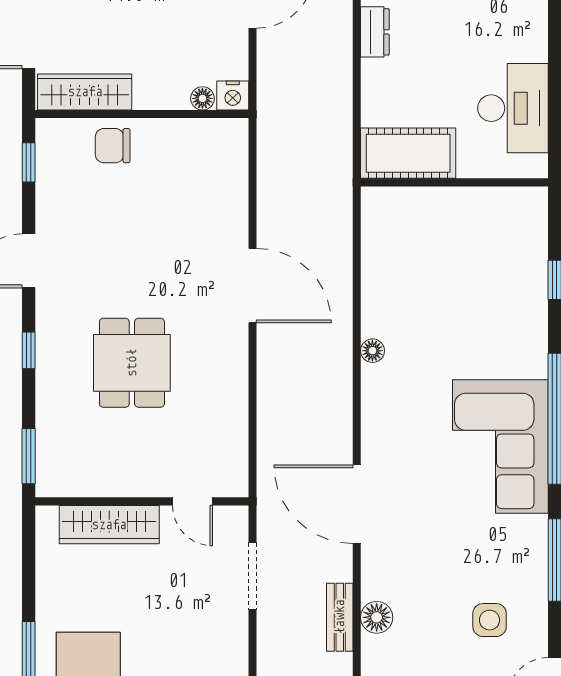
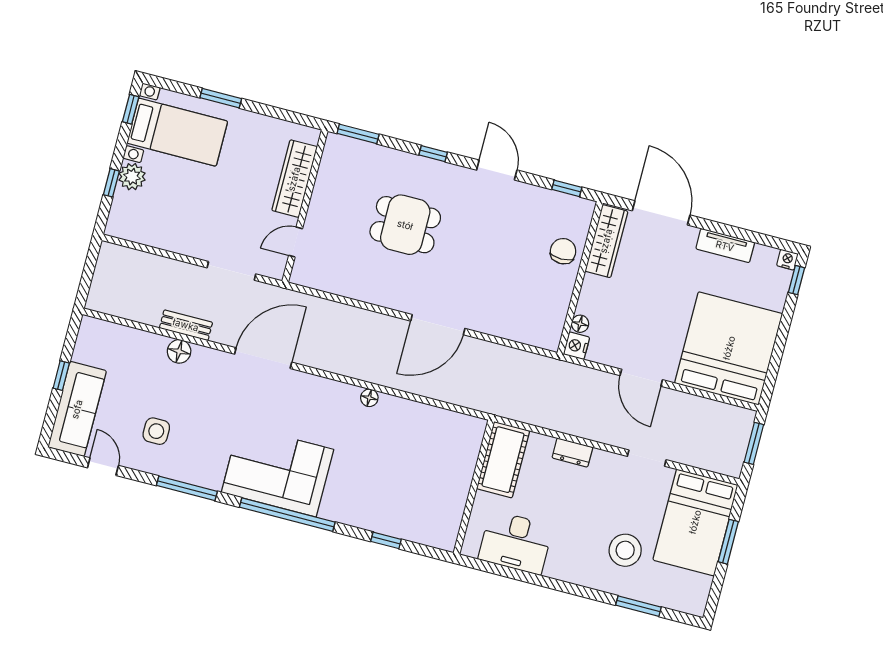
dresser: (375, 32) -> (572, 452), moved

